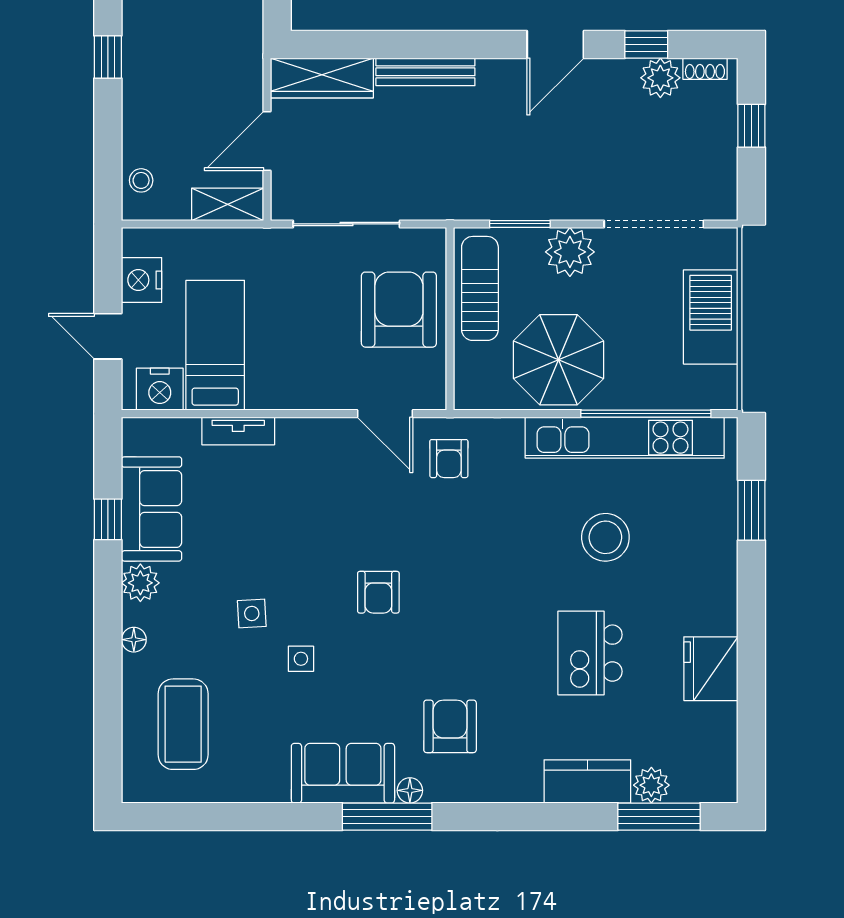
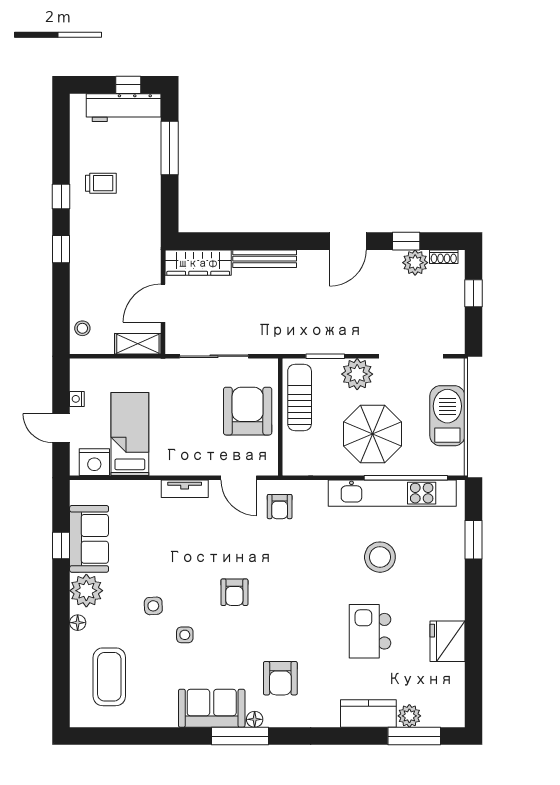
nightstand: (142, 280) -> (77, 399), width x0.53, depth x0.56
parasol: (559, 360) -> (372, 434), moved
tv unit: (238, 431) -> (185, 489), moved
plant: (140, 583) -> (86, 591), width x1.36, depth x1.36
armchair: (450, 726) -> (280, 678), turned 180

